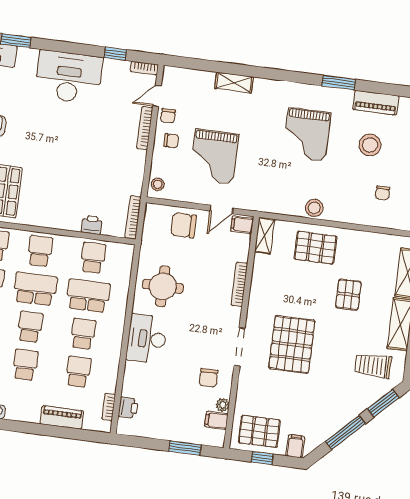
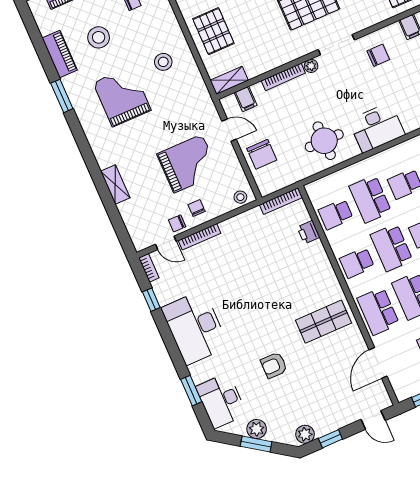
chair: (168, 116) -> (177, 223), turned 180
grand piano: (307, 134) -> (122, 96), turned -90
stool: (314, 208) -> (163, 62), moved
filing cabinet: (242, 225) -> (246, 99), moved
plant: (223, 405) -> (311, 66), moved

